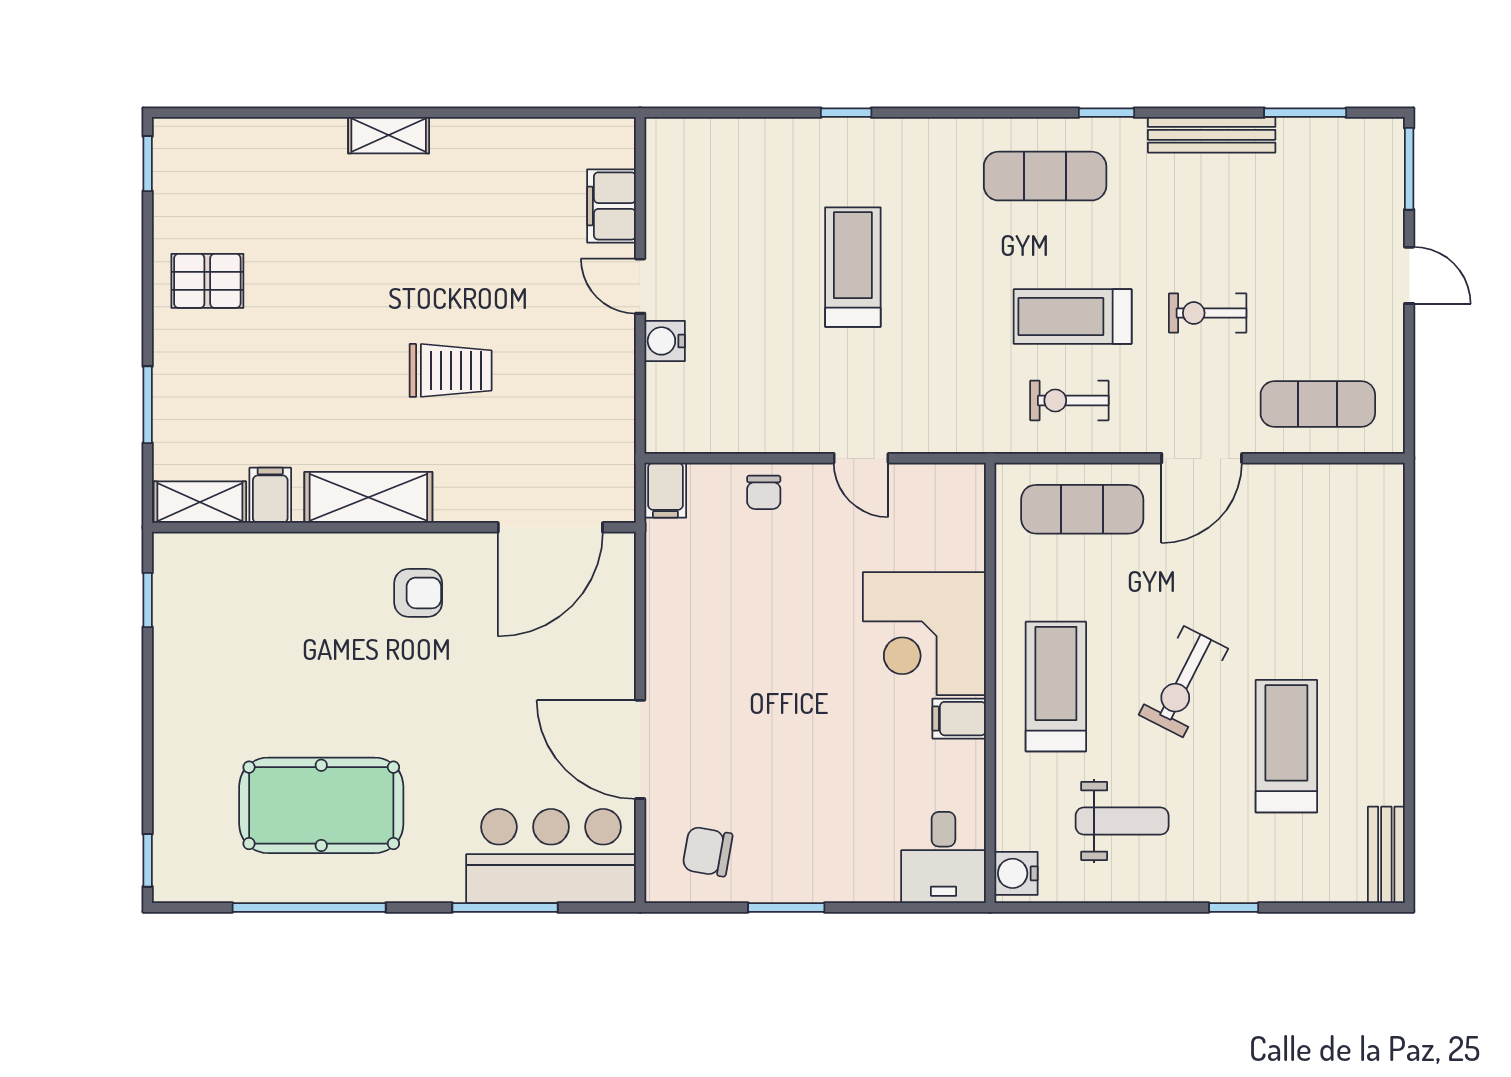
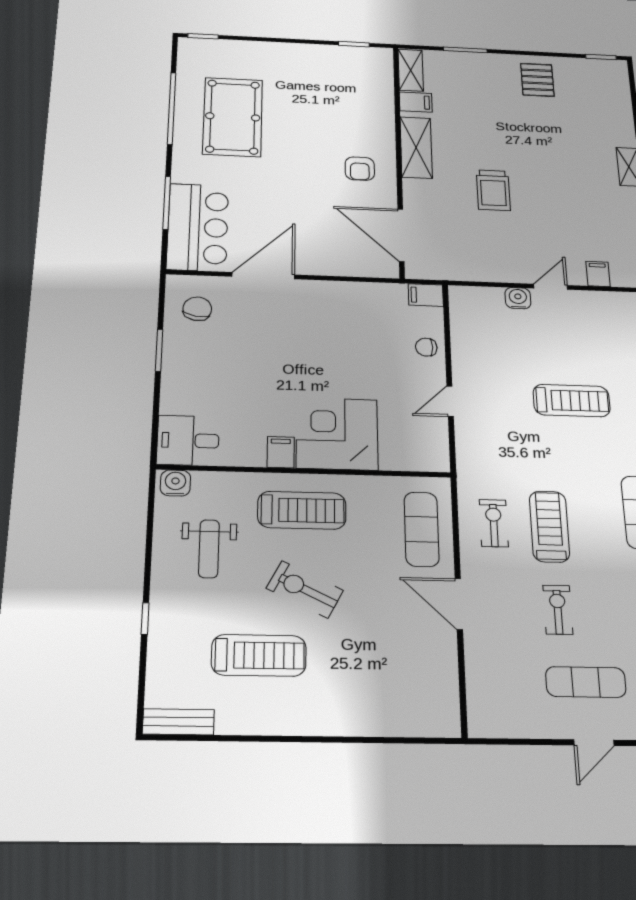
filing cabinet: (611, 206) -> (598, 274), width x0.50
exercise mat: (1318, 404) -> (586, 682), moved, turned 90

